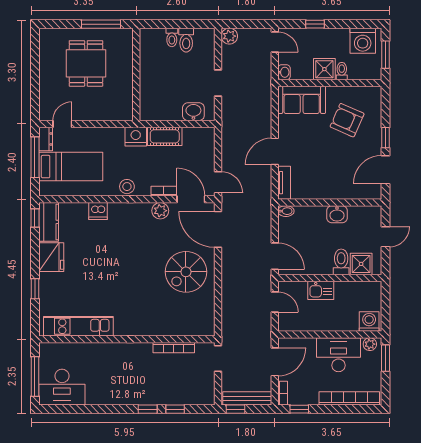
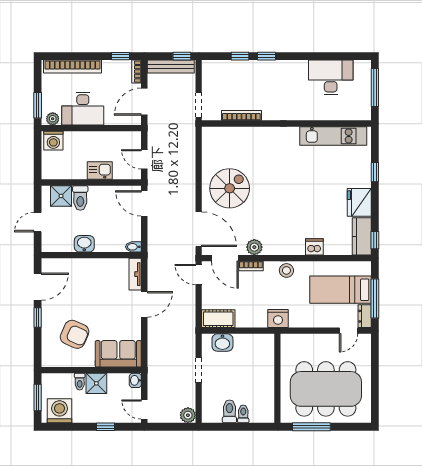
dining table: (86, 63) -> (326, 389), width x1.88, depth x1.24
cot: (165, 136) -> (218, 319), moved
desk: (62, 387) -> (331, 77), moved

